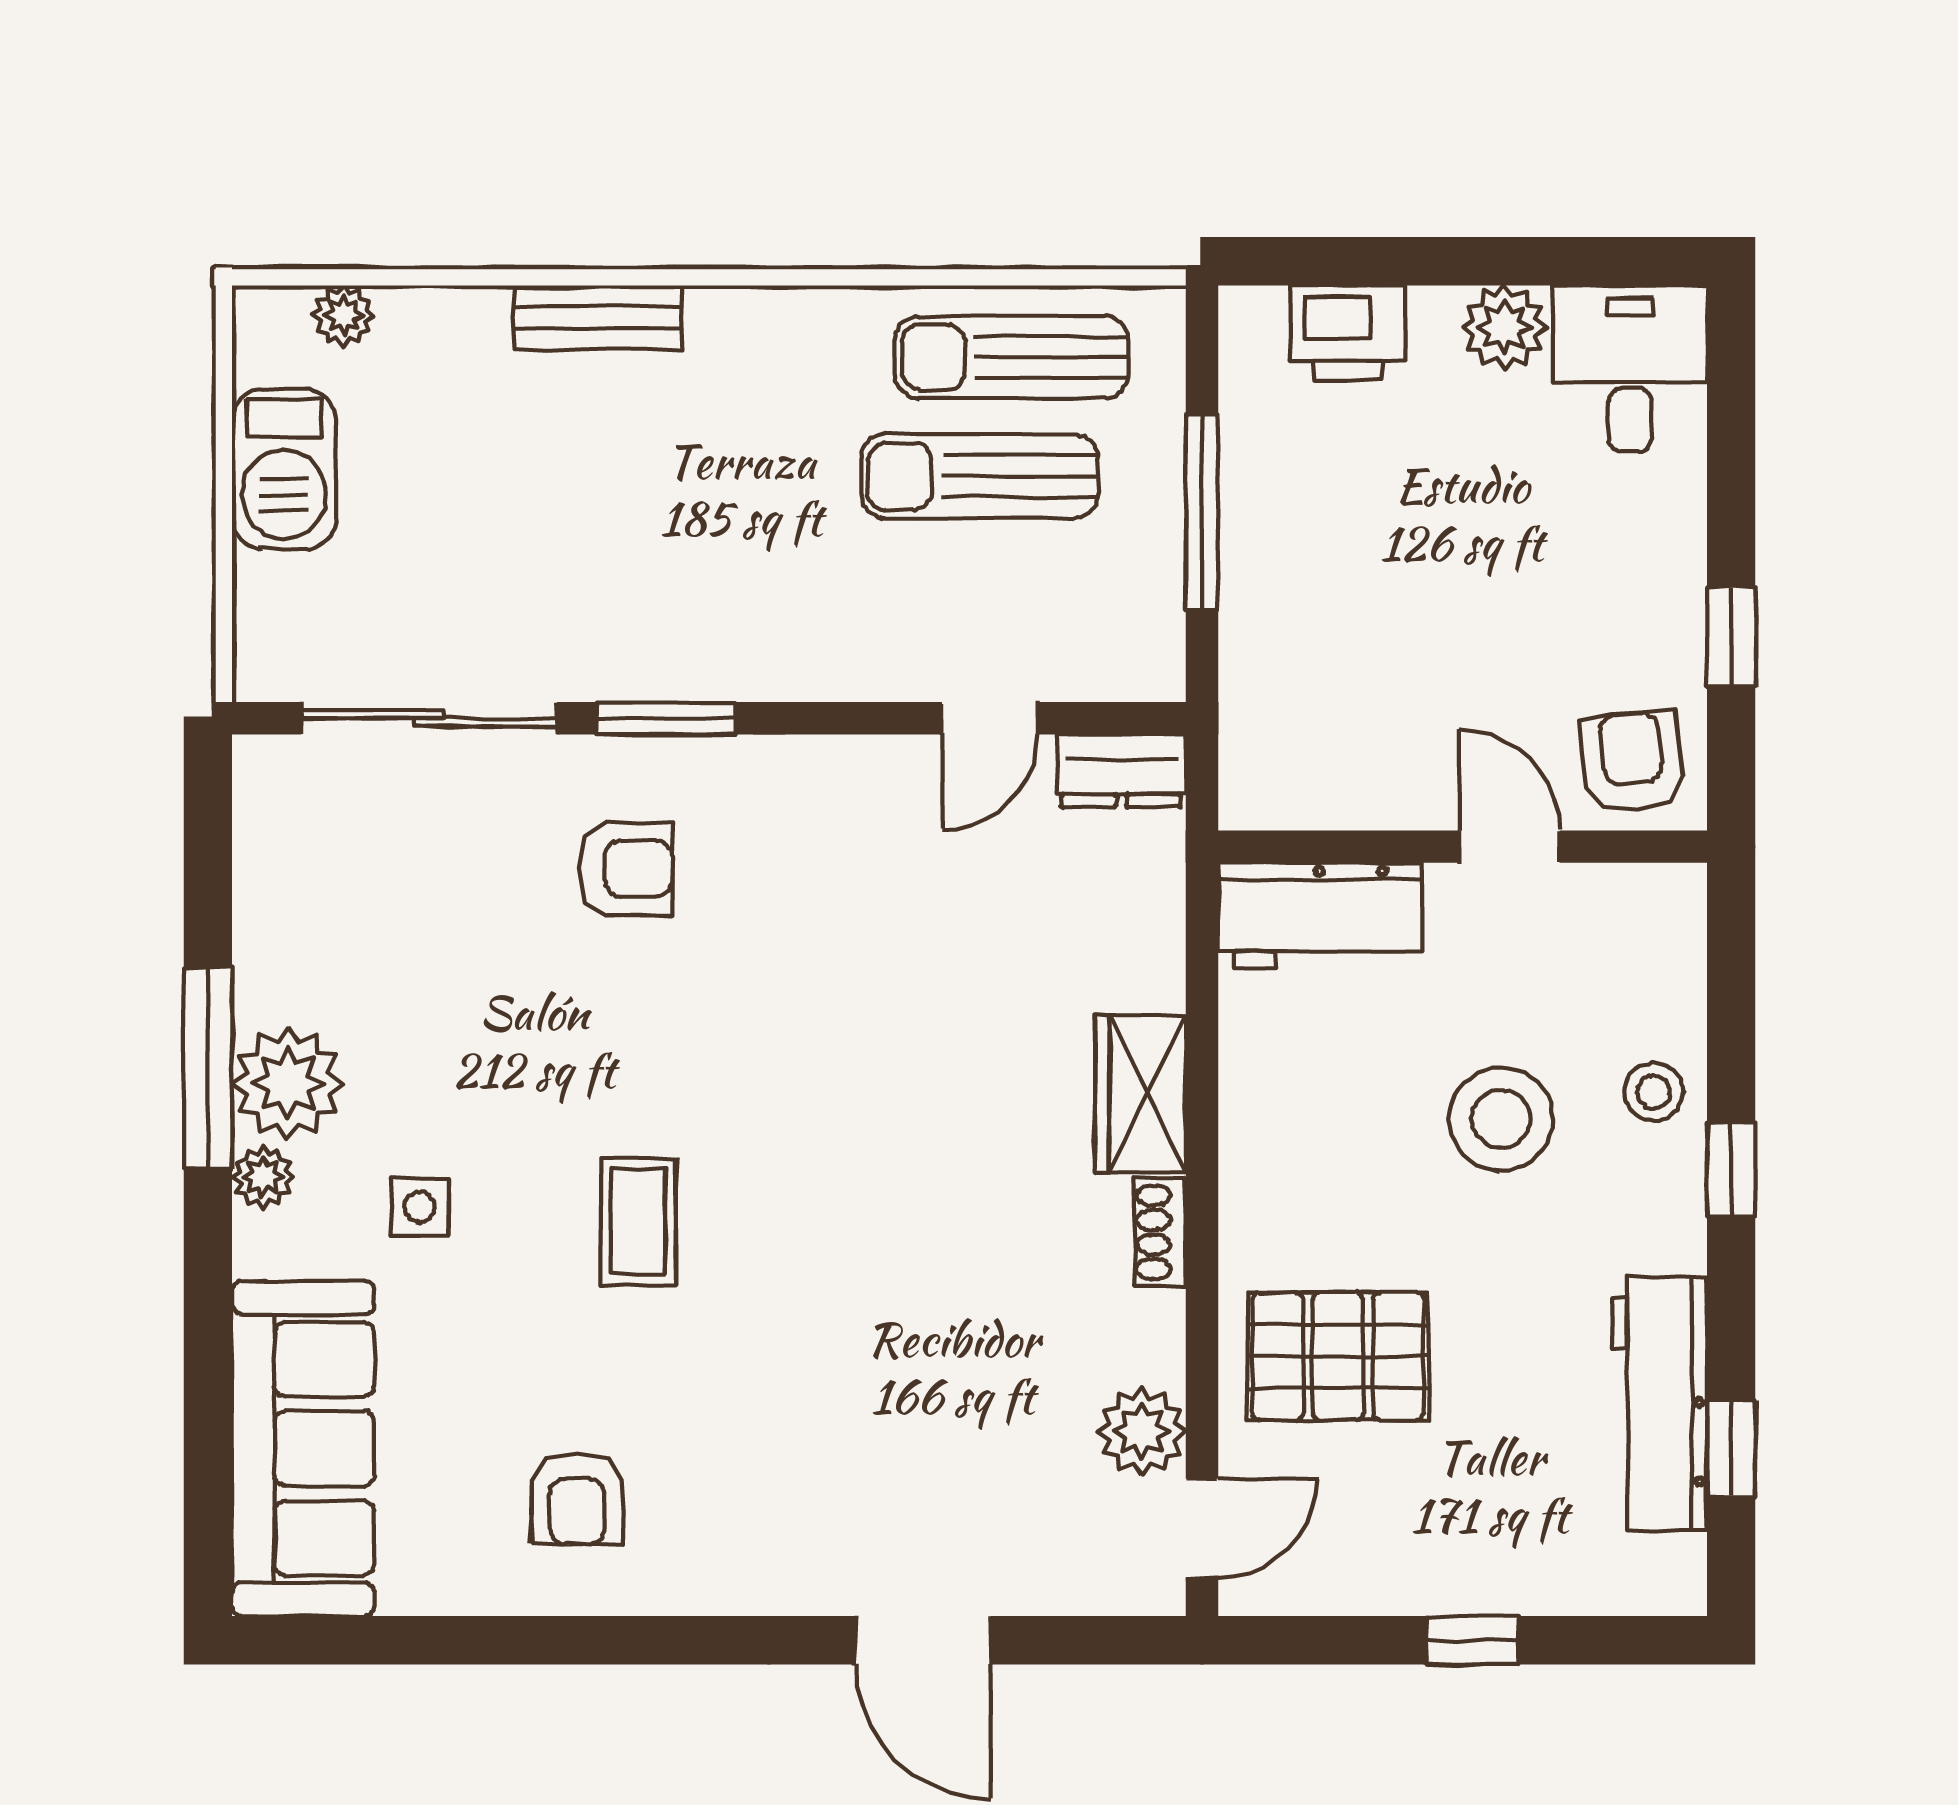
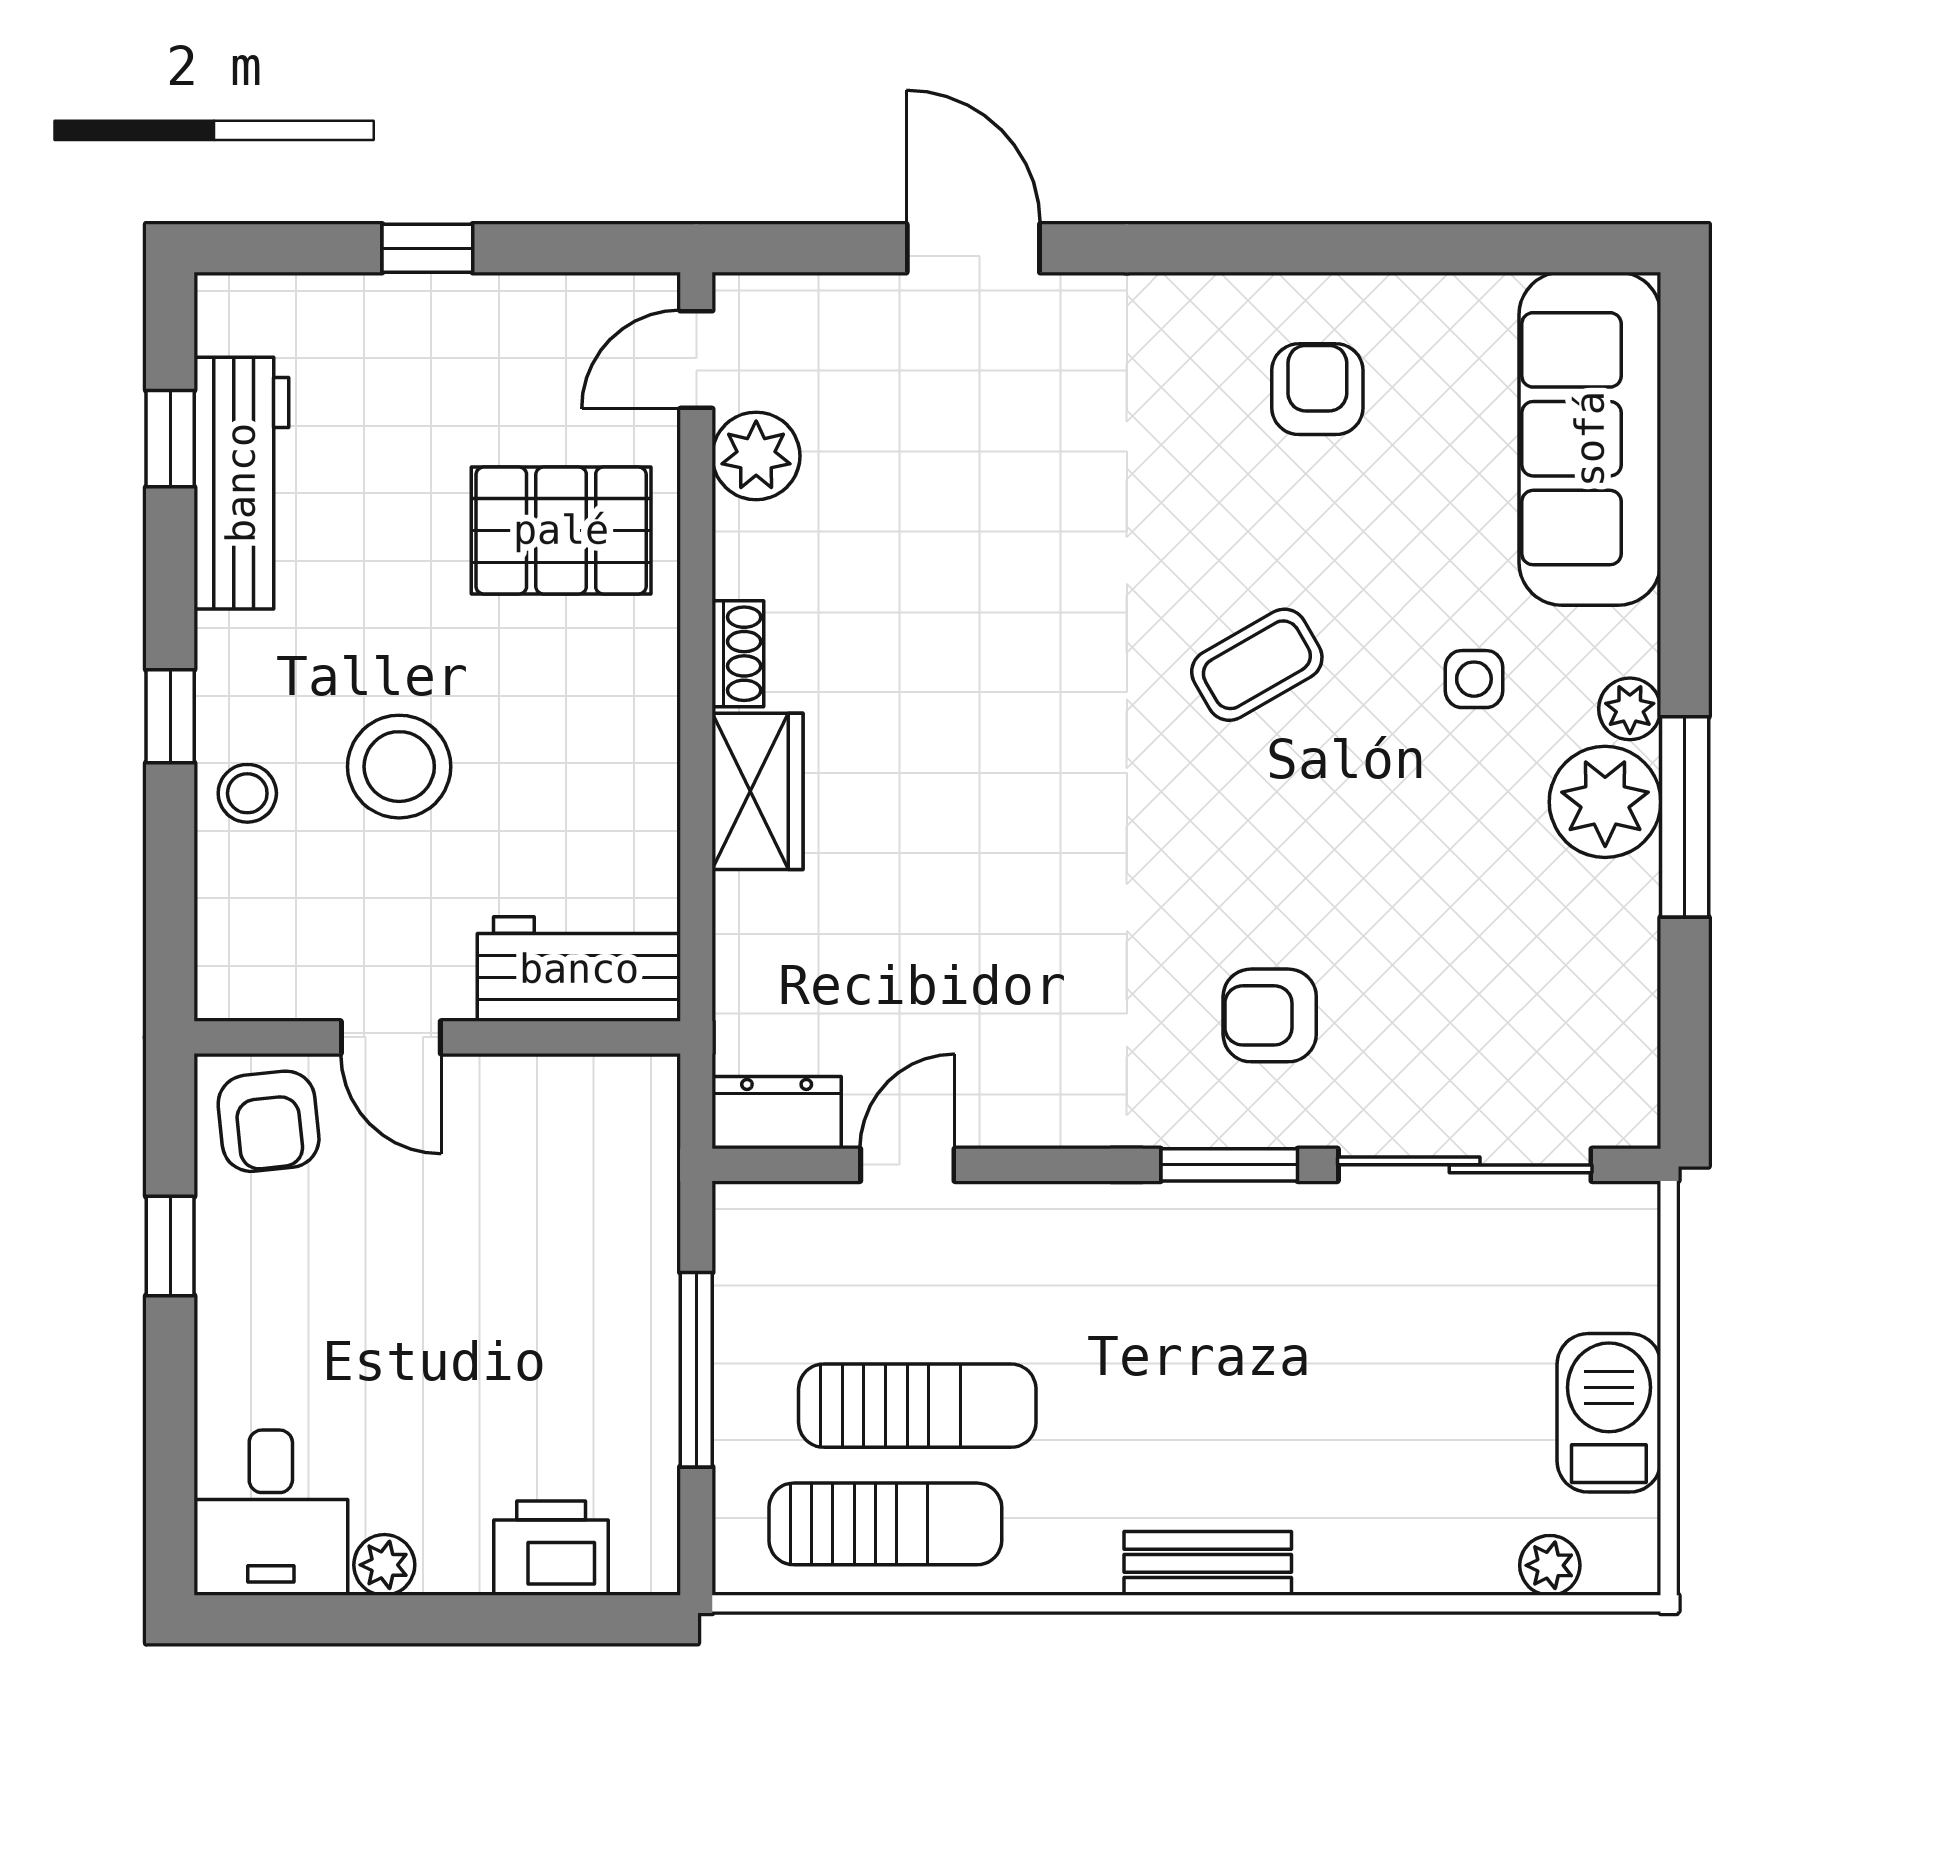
bench: (598, 317) -> (1208, 1563), moved
plant: (1504, 327) -> (384, 1565), width x0.73, depth x0.73
coffee table: (638, 1221) -> (1257, 665), turned 60

